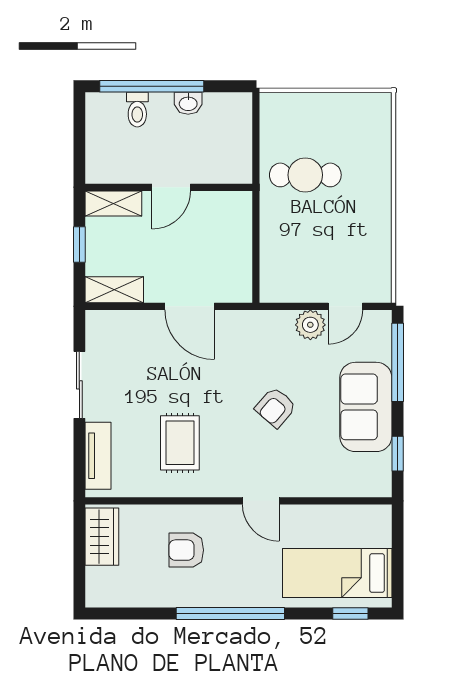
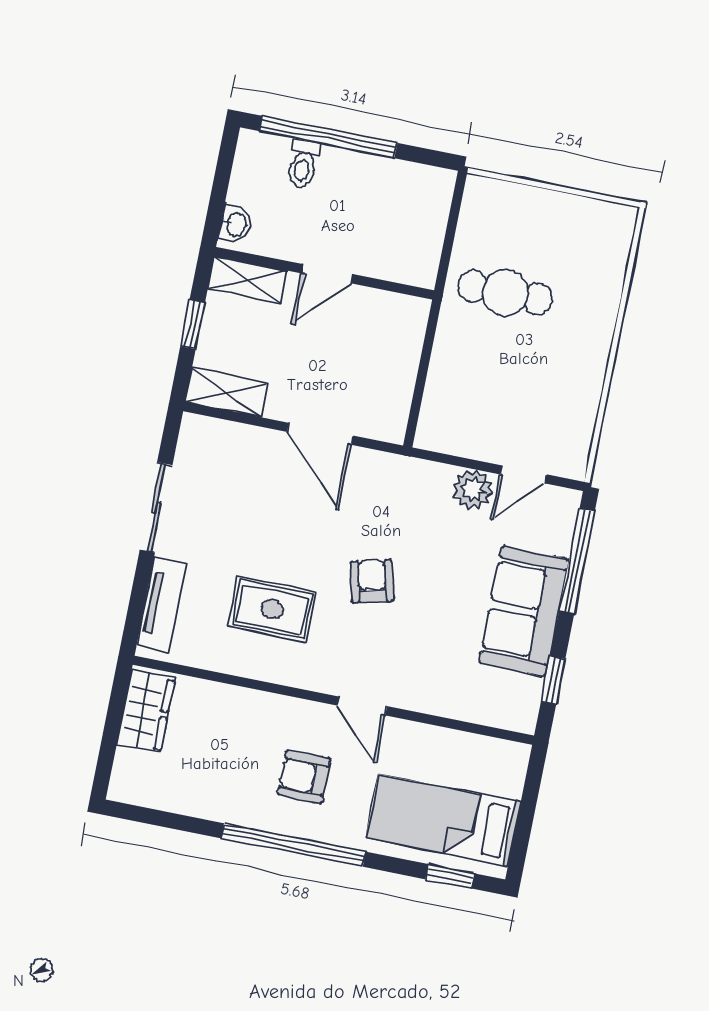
washbasin: (188, 103) -> (236, 224), moved, turned -90
armchair: (276, 407) -> (372, 581), moved, turned 125
rug: (180, 443) -> (272, 609), turned 90
armchair: (186, 550) -> (304, 777), moved

